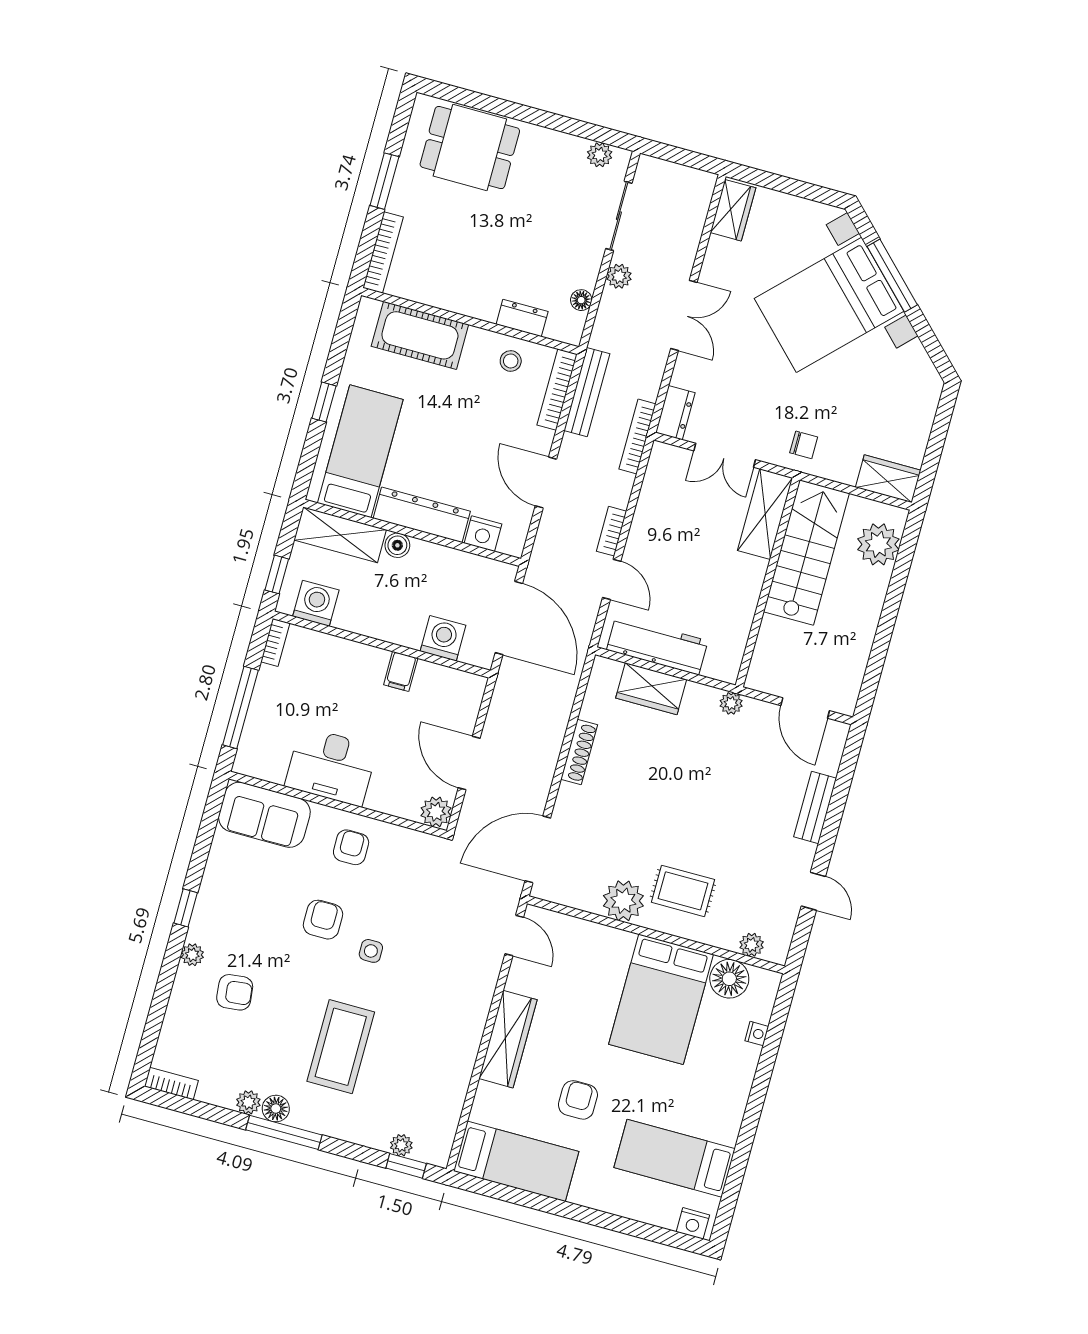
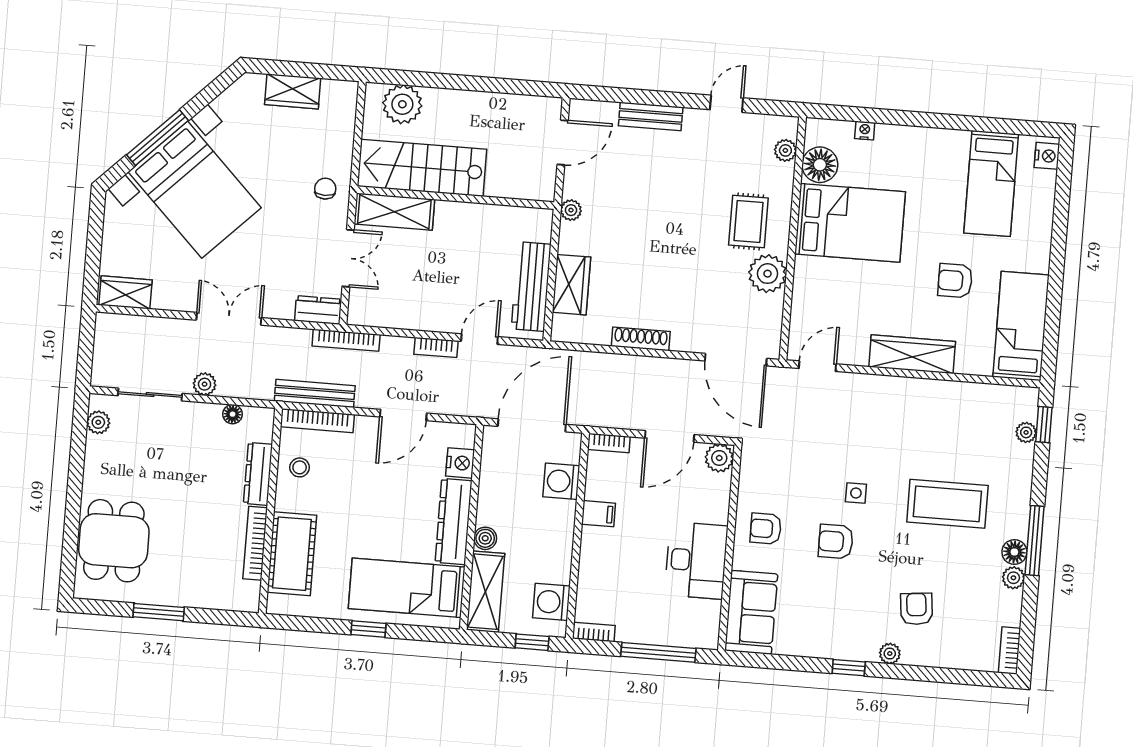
bookcase: (383, 252) -> (255, 543), moved, turned -90
dresser: (522, 318) -> (258, 474), width x1.44
wardrobe: (888, 479) -> (293, 91), moved, turned -90
bookcase: (474, 697) -> (609, 443), added

